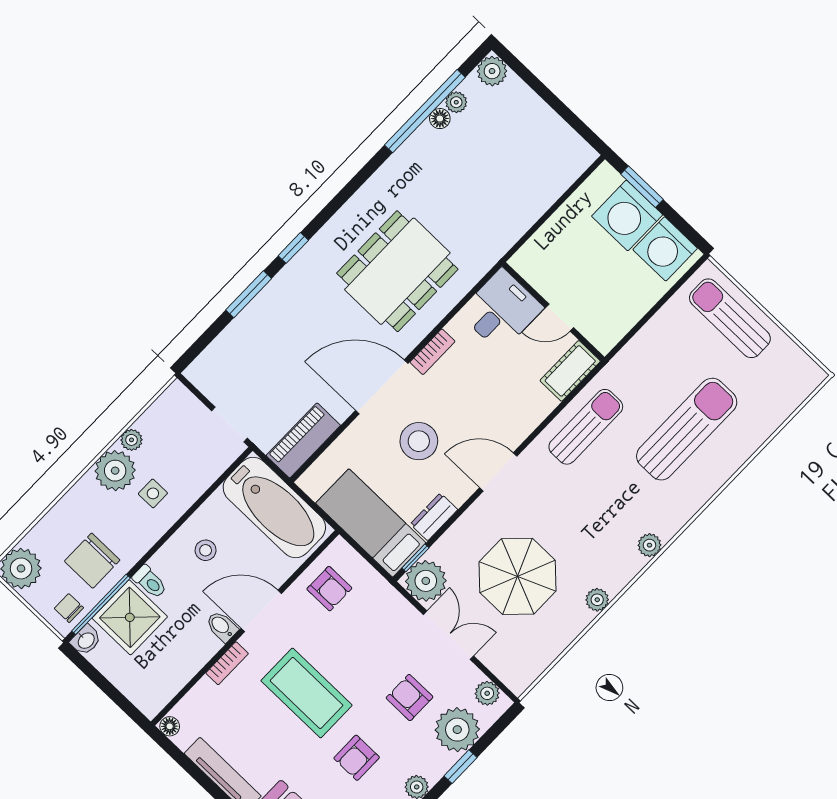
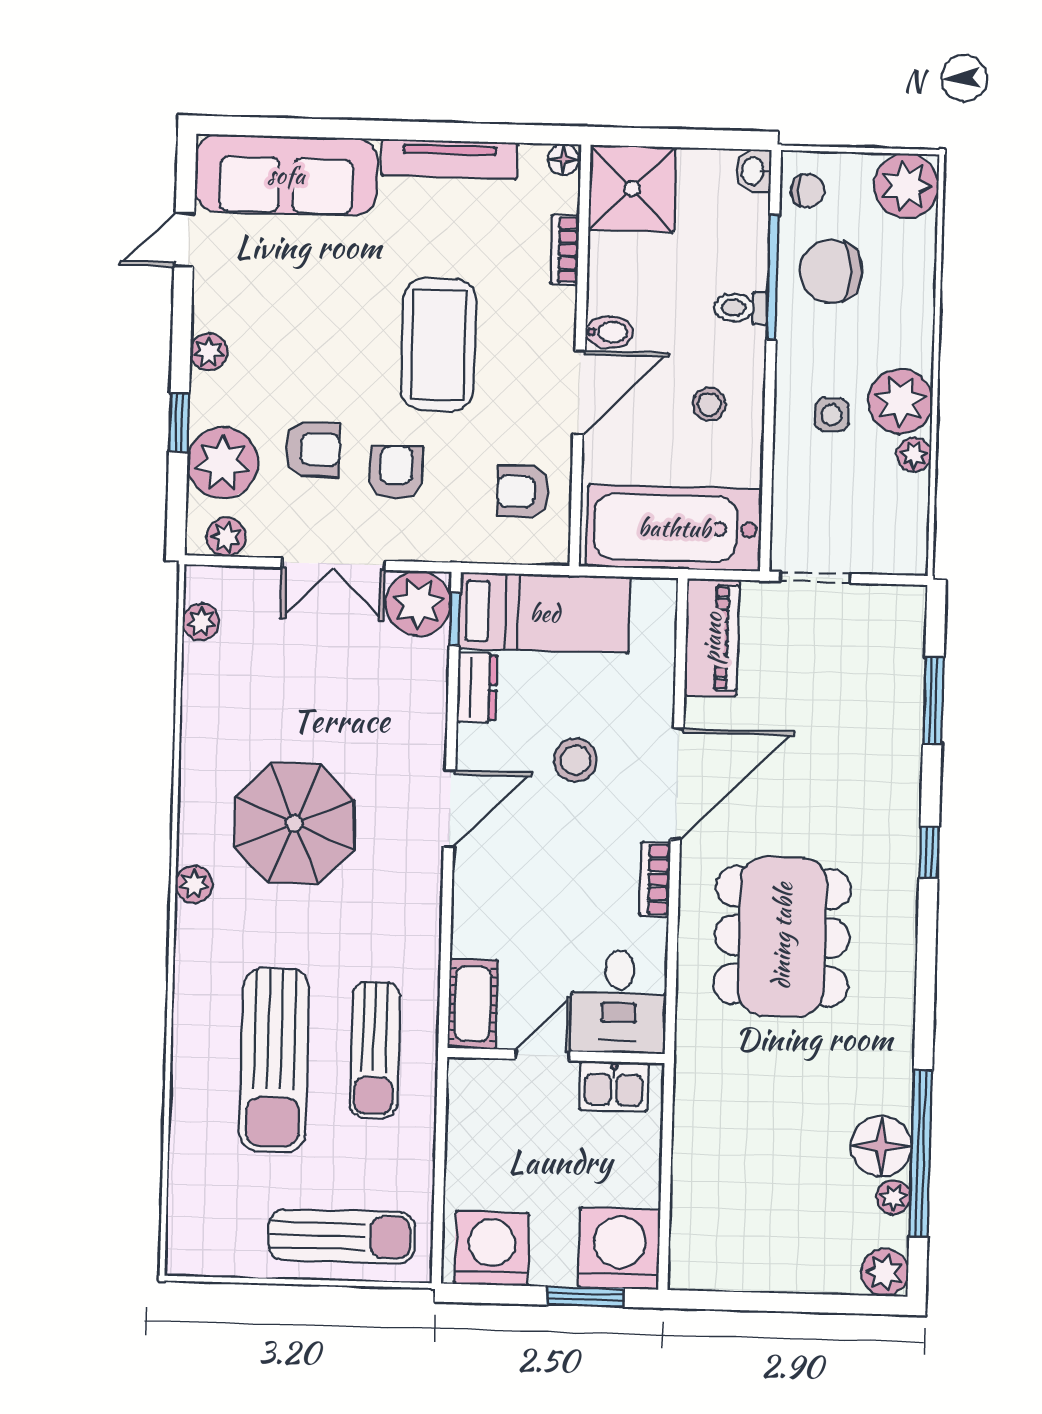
floor lamp: (440, 119) -> (881, 1146), width x1.89, depth x1.89
washing machine: (627, 215) -> (619, 1248), moved
kitchen sink: (539, 273) -> (614, 1086), added
window: (249, 294) -> (933, 700), moved
sun lounger: (586, 427) -> (374, 1050), moved
stool: (419, 441) -> (575, 760), width x0.73, depth x0.73
chair: (92, 561) -> (831, 271), turned -90
parasol: (518, 576) -> (294, 823), moved
plant: (597, 600) -> (201, 622), moved
window: (101, 604) -> (773, 277), moved
shower: (130, 617) -> (632, 189), moved
bookcase: (227, 663) -> (565, 250), moved
coffee table: (307, 693) -> (438, 345), turned 90
armchair: (357, 758) -> (396, 472), moved

